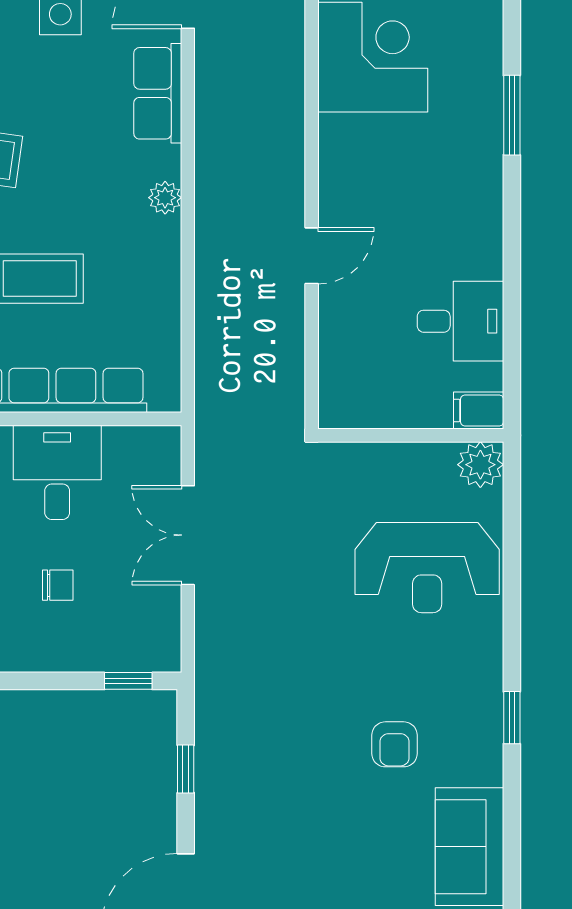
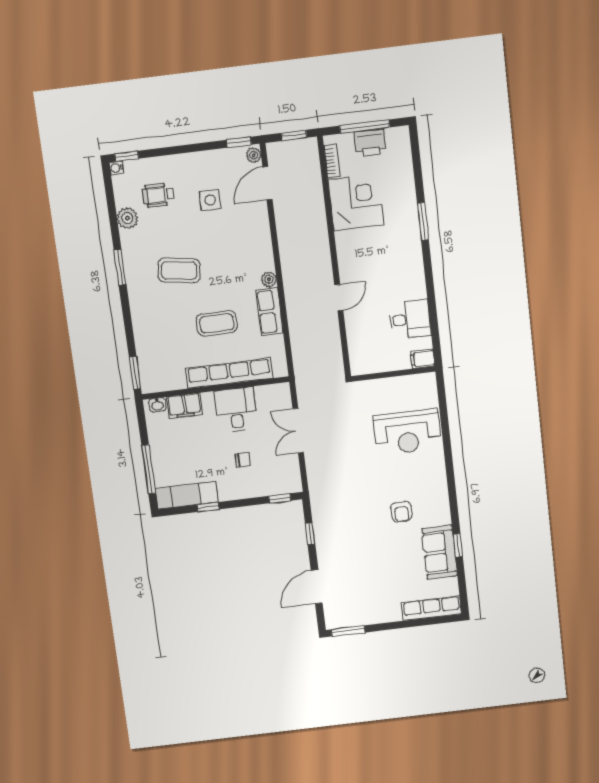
row of seats: (158, 93) -> (270, 312), moved
plant: (480, 465) -> (426, 383), removed
window: (512, 718) -> (458, 545), moved

